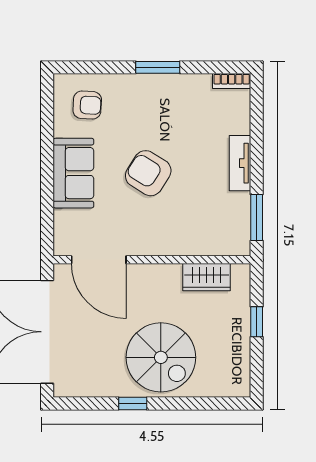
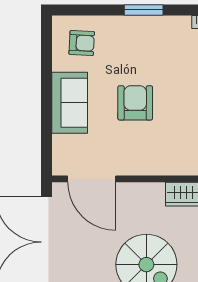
armchair: (148, 173) -> (135, 103), turned 58

